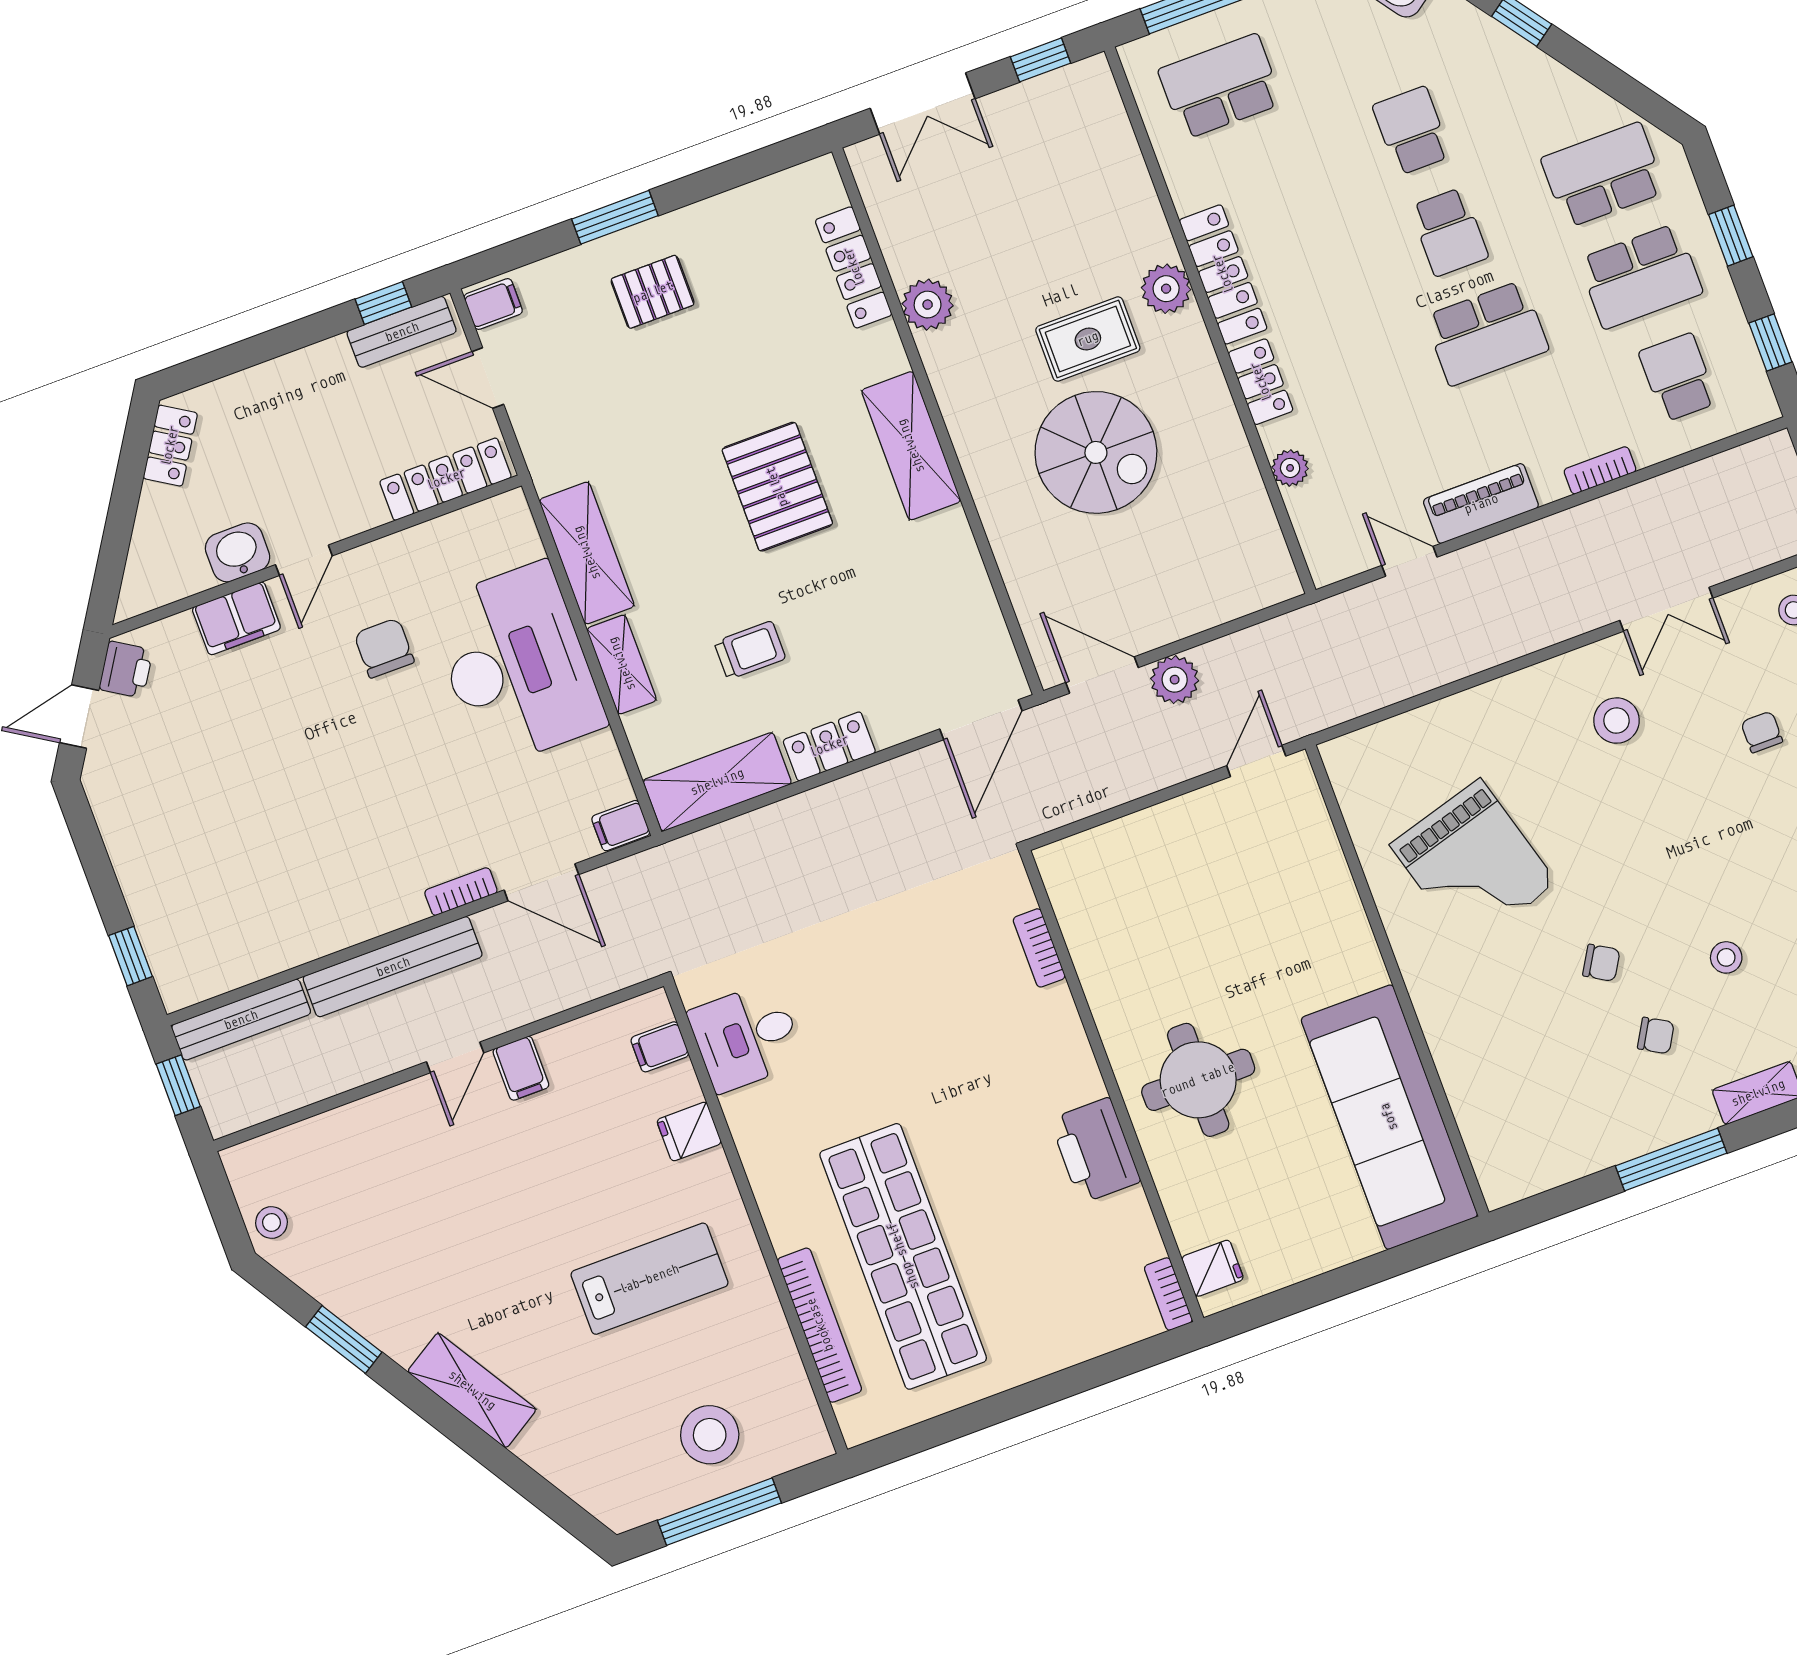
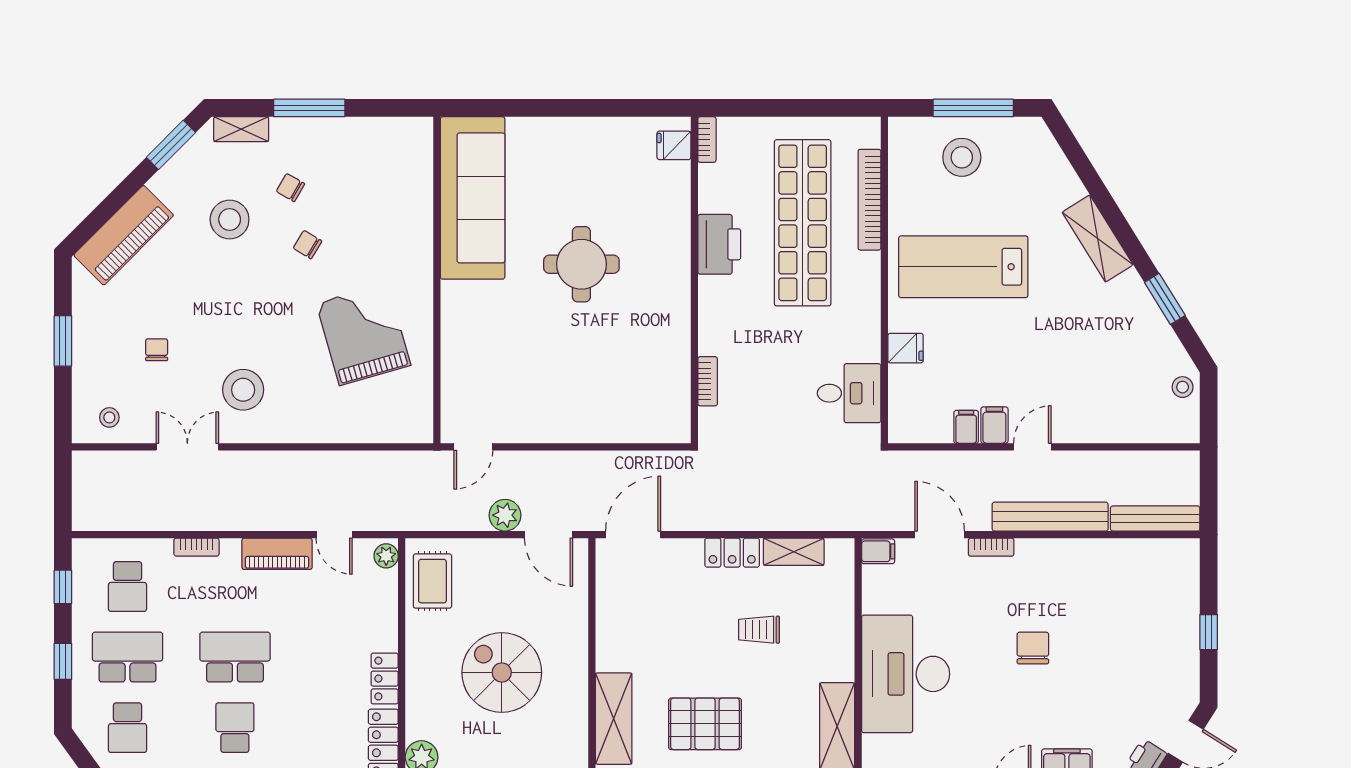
school desk: (1603, 175) -> (128, 728), width x0.54
rug: (1088, 339) -> (432, 581), moved, turned 90
plant: (1290, 468) -> (386, 556), moved
pallet: (777, 487) -> (705, 724), turned 90
chair: (384, 648) -> (1033, 648), moved, turned 180
shelving: (622, 664) -> (841, 650), removed
stool: (1617, 721) -> (243, 390), width x1.38, depth x1.38
chair: (1762, 732) -> (157, 350), turned 180
shelving: (717, 782) -> (794, 552), width x0.67, depth x0.75
bookcase: (1039, 948) -> (708, 381), moved
window: (130, 956) -> (1209, 632), moved
stool: (1726, 957) -> (230, 219), width x1.89, depth x1.89
filing cabinet: (660, 1047) -> (966, 427), moved, turned -90
window: (178, 1085) -> (1209, 492), removed
wall: (1112, 1086) -> (694, 280), moved
printer: (1095, 1150) -> (719, 244), moved
fridge: (1213, 1268) -> (674, 145), moved
lab bench: (649, 1279) -> (963, 267), width x1.36, depth x1.39
bookcase: (1168, 1294) -> (707, 140), moved

